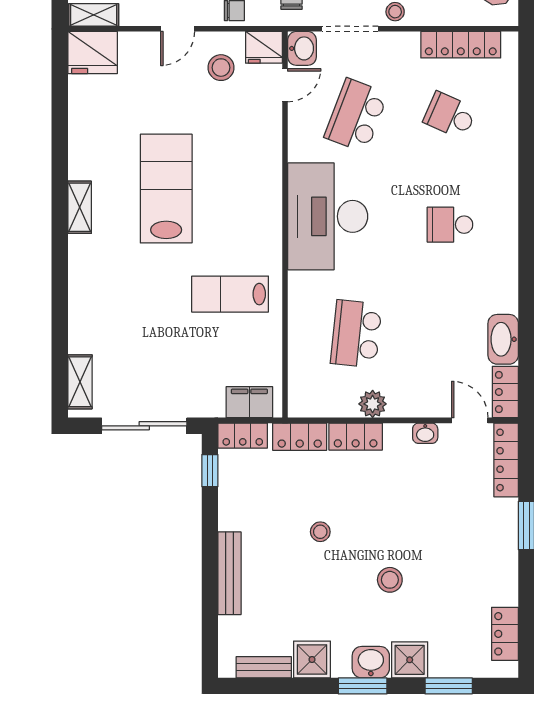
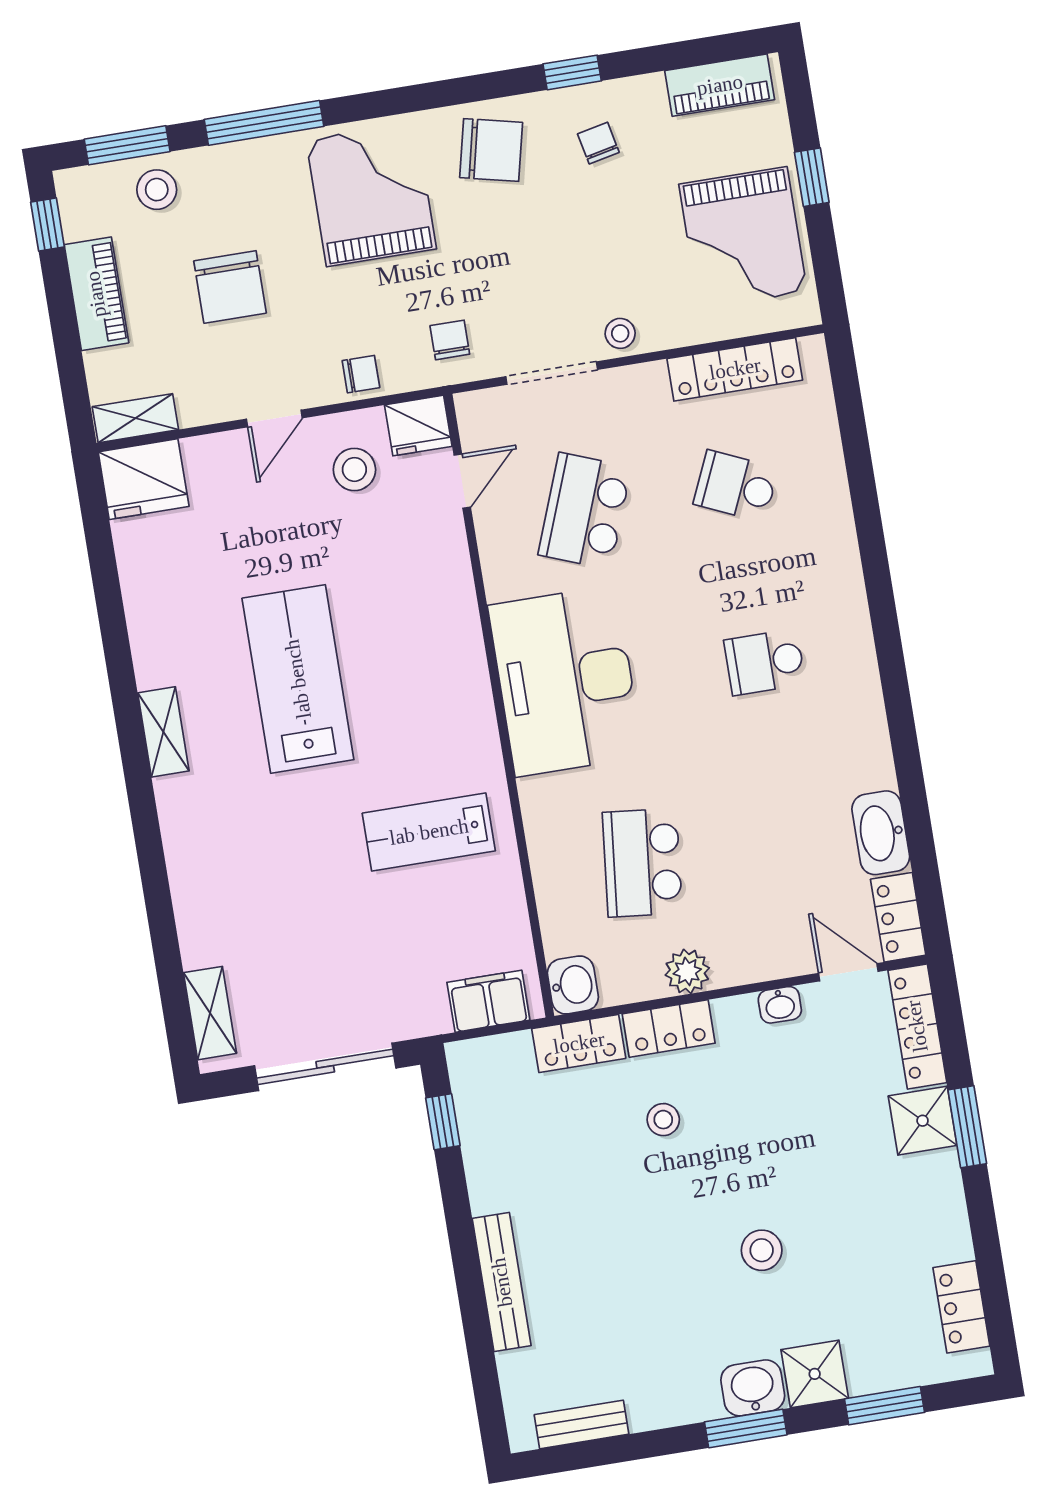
washbasin: (302, 48) -> (573, 985), moved
locker: (243, 436) -> (487, 1057), removed
stool: (320, 532) -> (663, 1120), moved
shower: (312, 659) -> (923, 1121), moved

